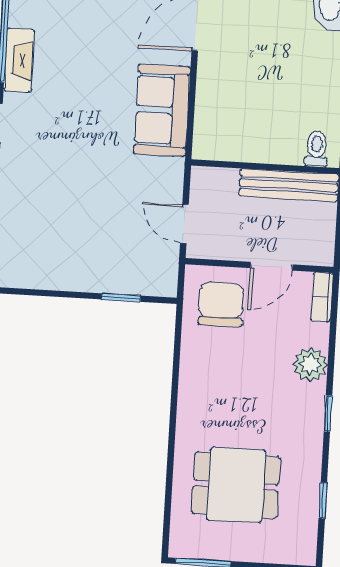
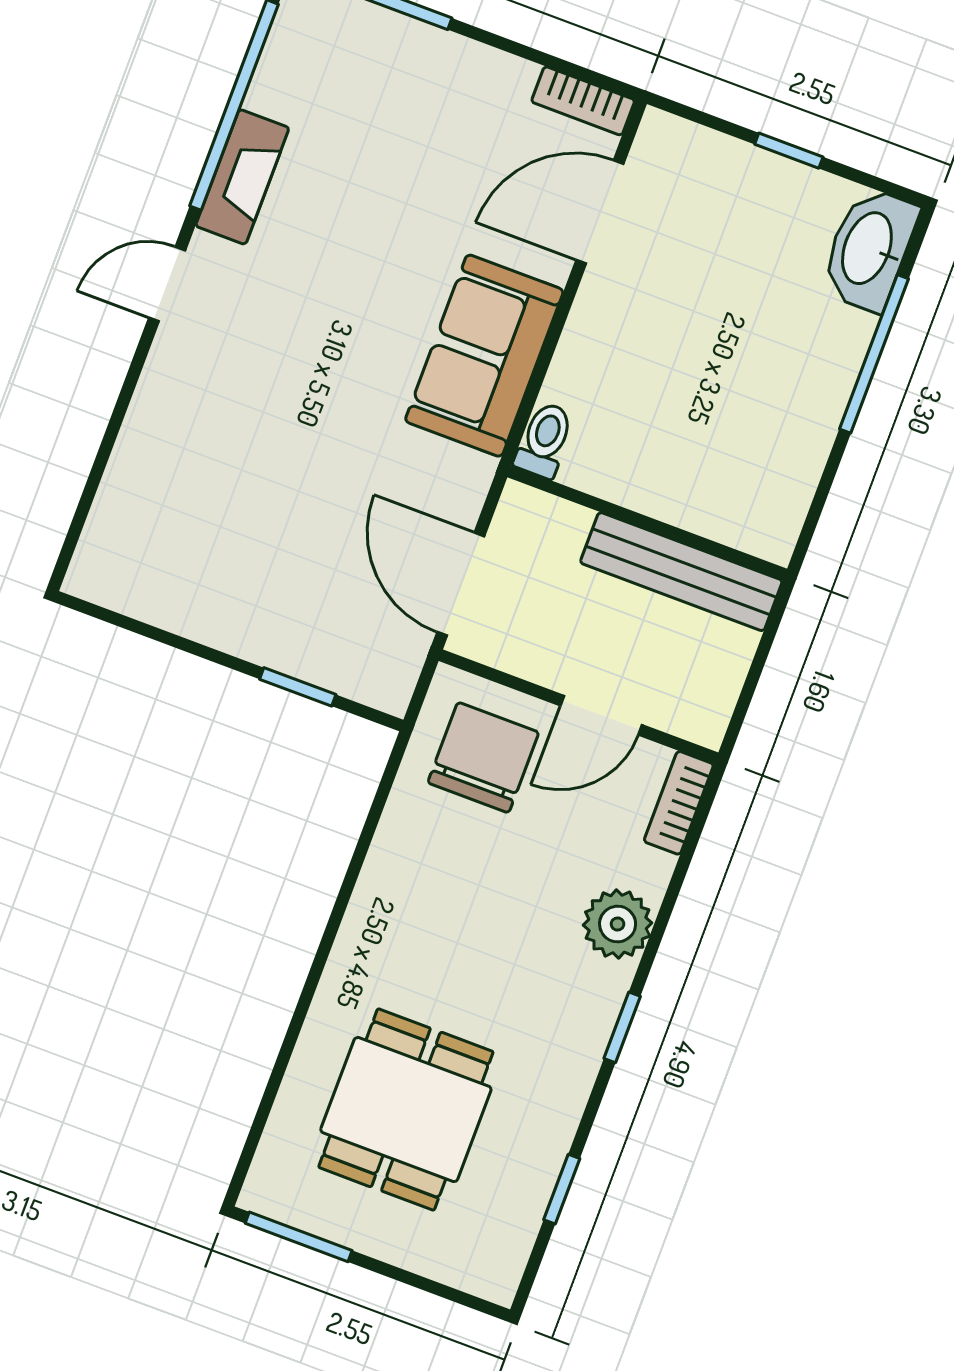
toilet: (317, 149) -> (544, 440), moved
door: (184, 224) -> (461, 584), width x1.38
dining table: (236, 485) -> (406, 1110), turned 90

